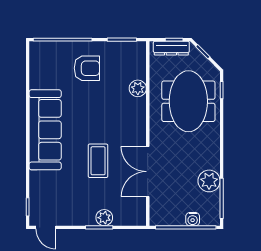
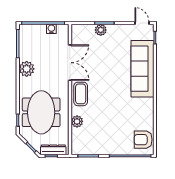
armchair: (87, 68) -> (143, 140), moved
sofa: (45, 130) -> (143, 69), moved
coffee table: (98, 161) -> (81, 94), moved
plant: (209, 181) -> (27, 69), moved
water cooler: (193, 219) -> (51, 29), moved

